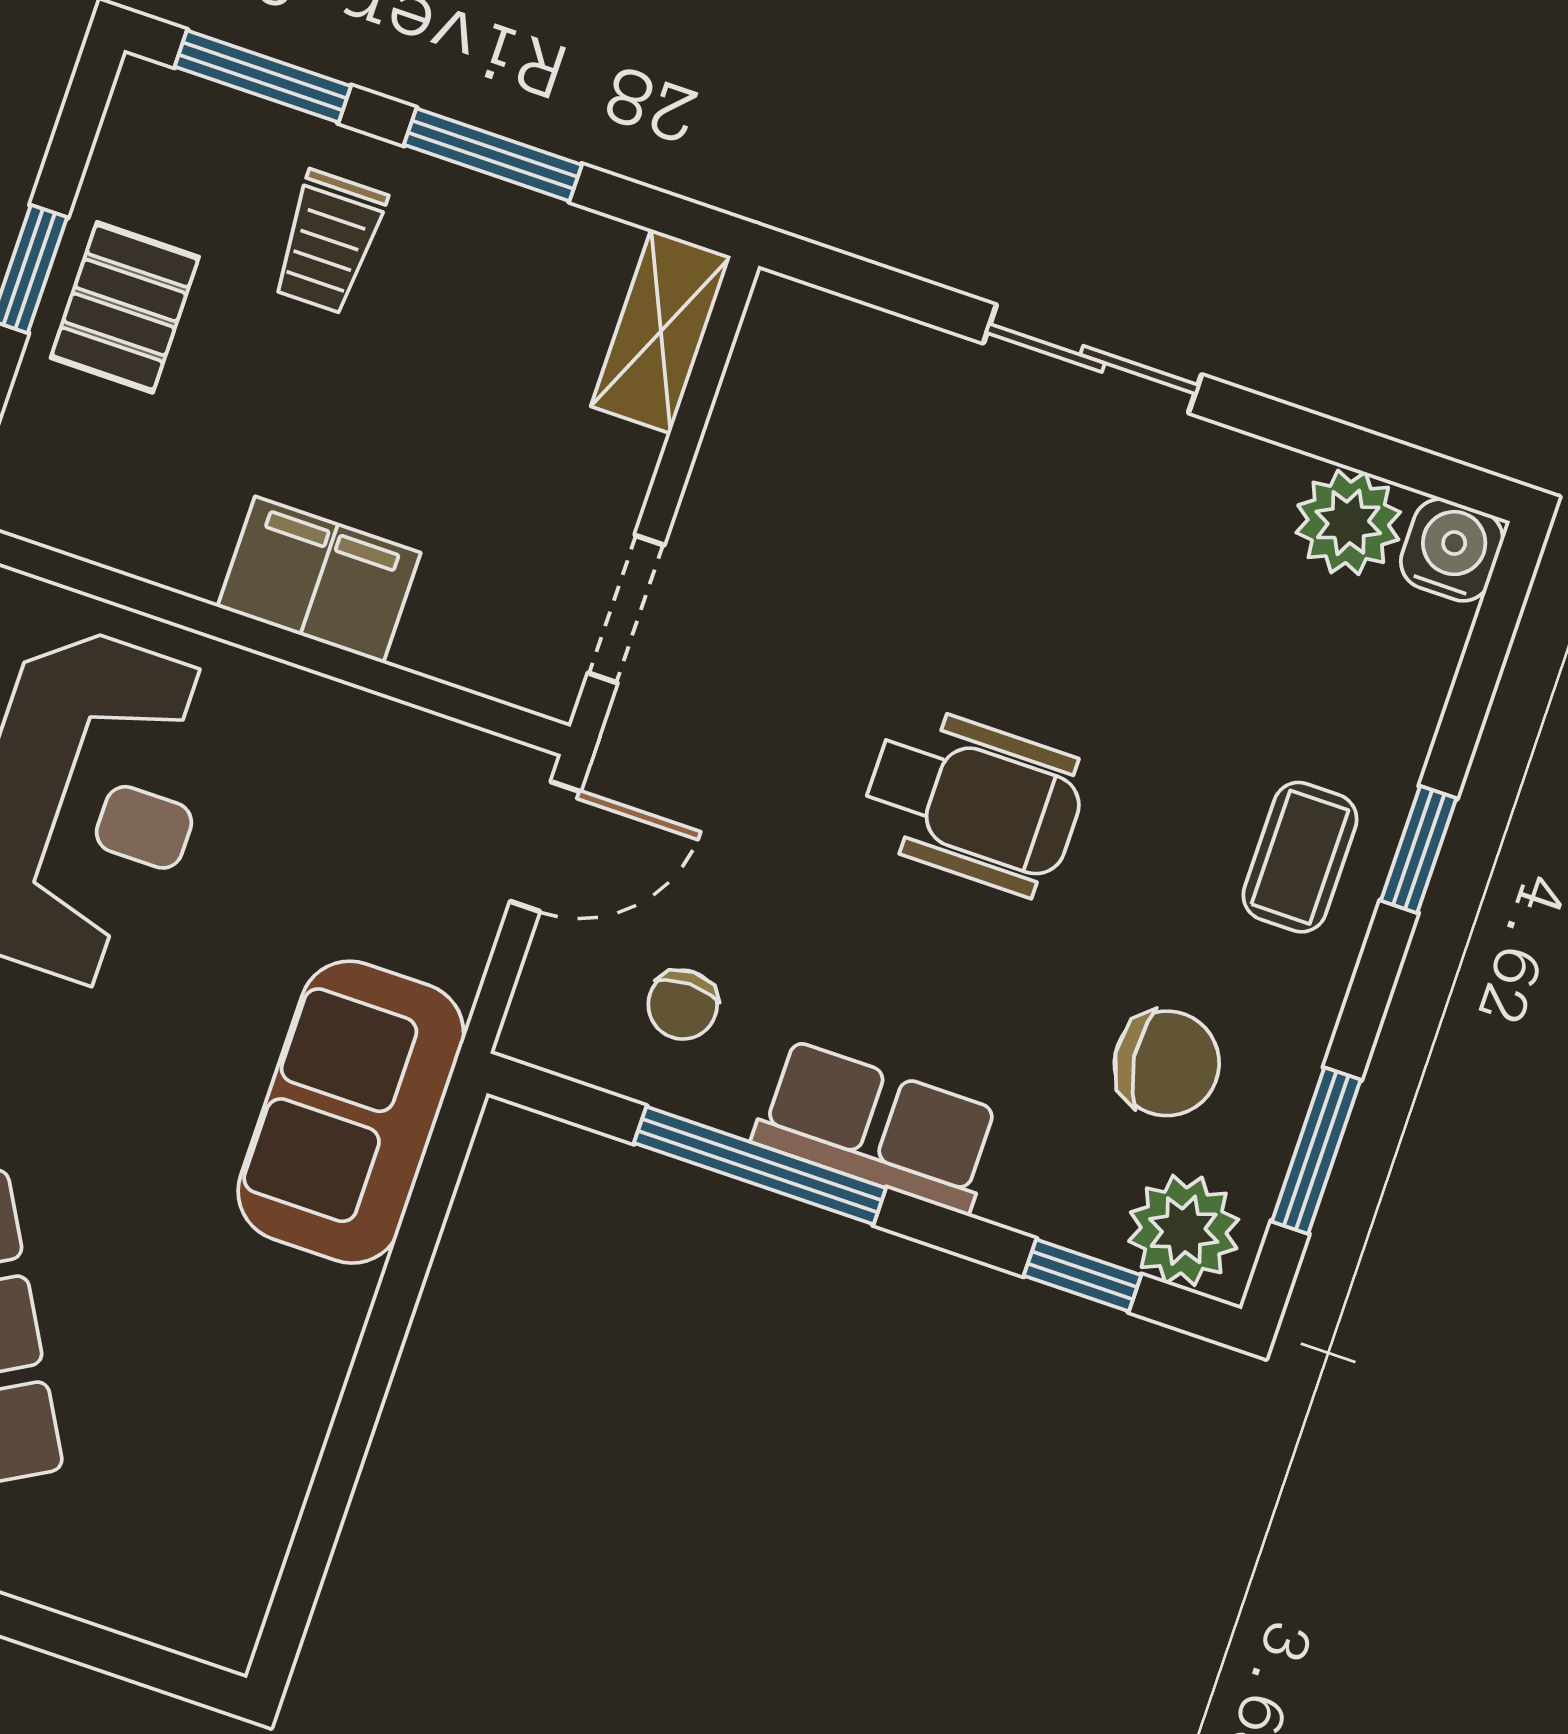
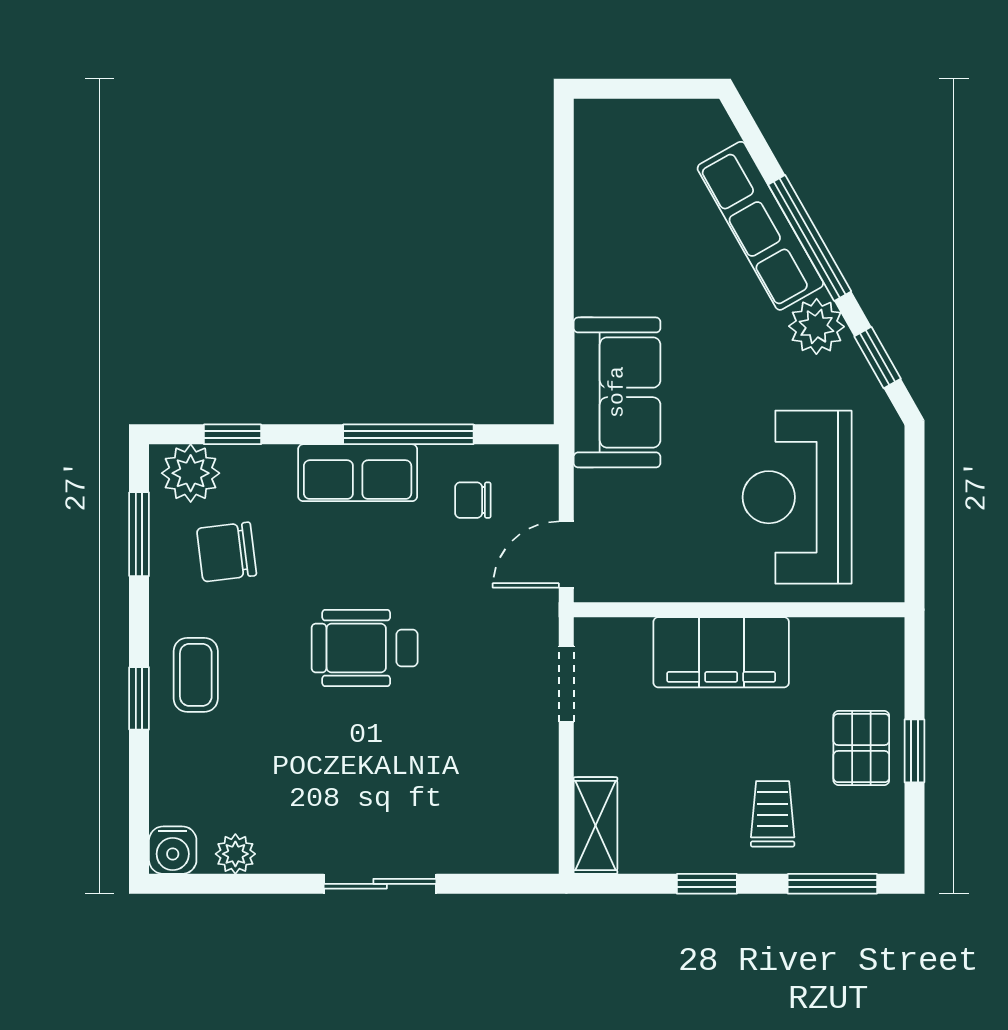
window: (493, 155) -> (707, 884), width x0.67
plant: (1348, 522) -> (235, 854), width x0.73, depth x0.73
filing cabinet: (319, 580) -> (721, 652), width x1.50, depth x1.17
chair: (683, 1005) -> (473, 500), turned -90

